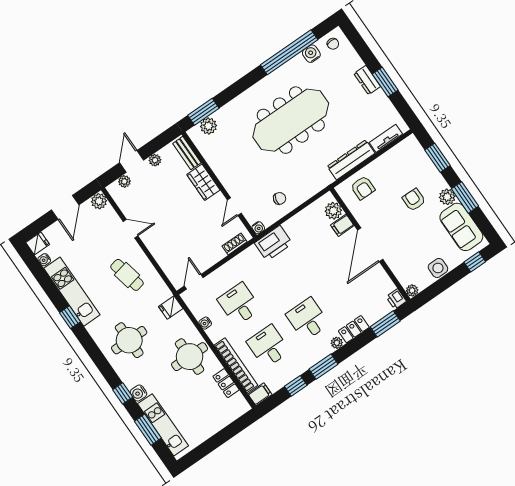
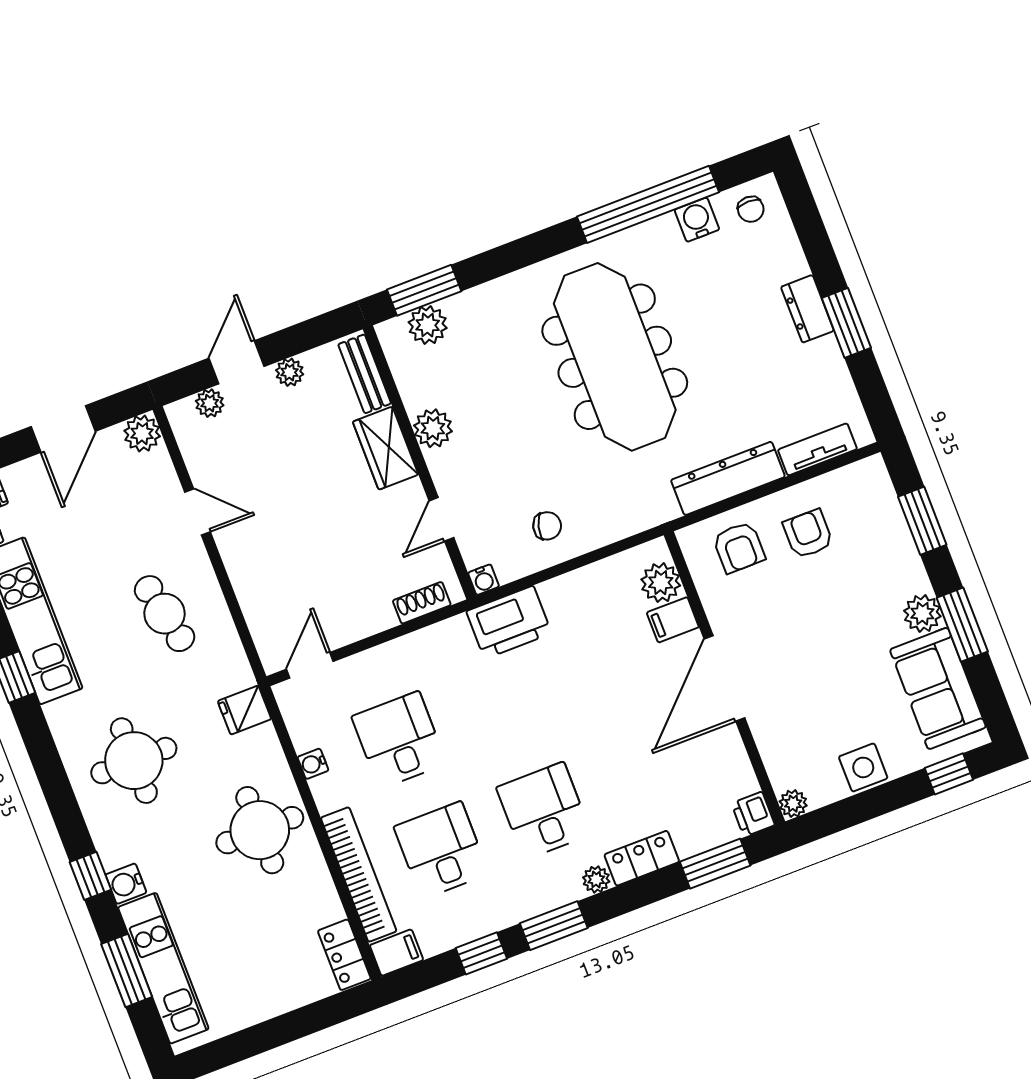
meeting table: (291, 120) -> (615, 357), turned 90
plant: (221, 169) -> (433, 428), added
armchair: (414, 200) -> (808, 534), moved
locker: (226, 383) -> (344, 955), moved

